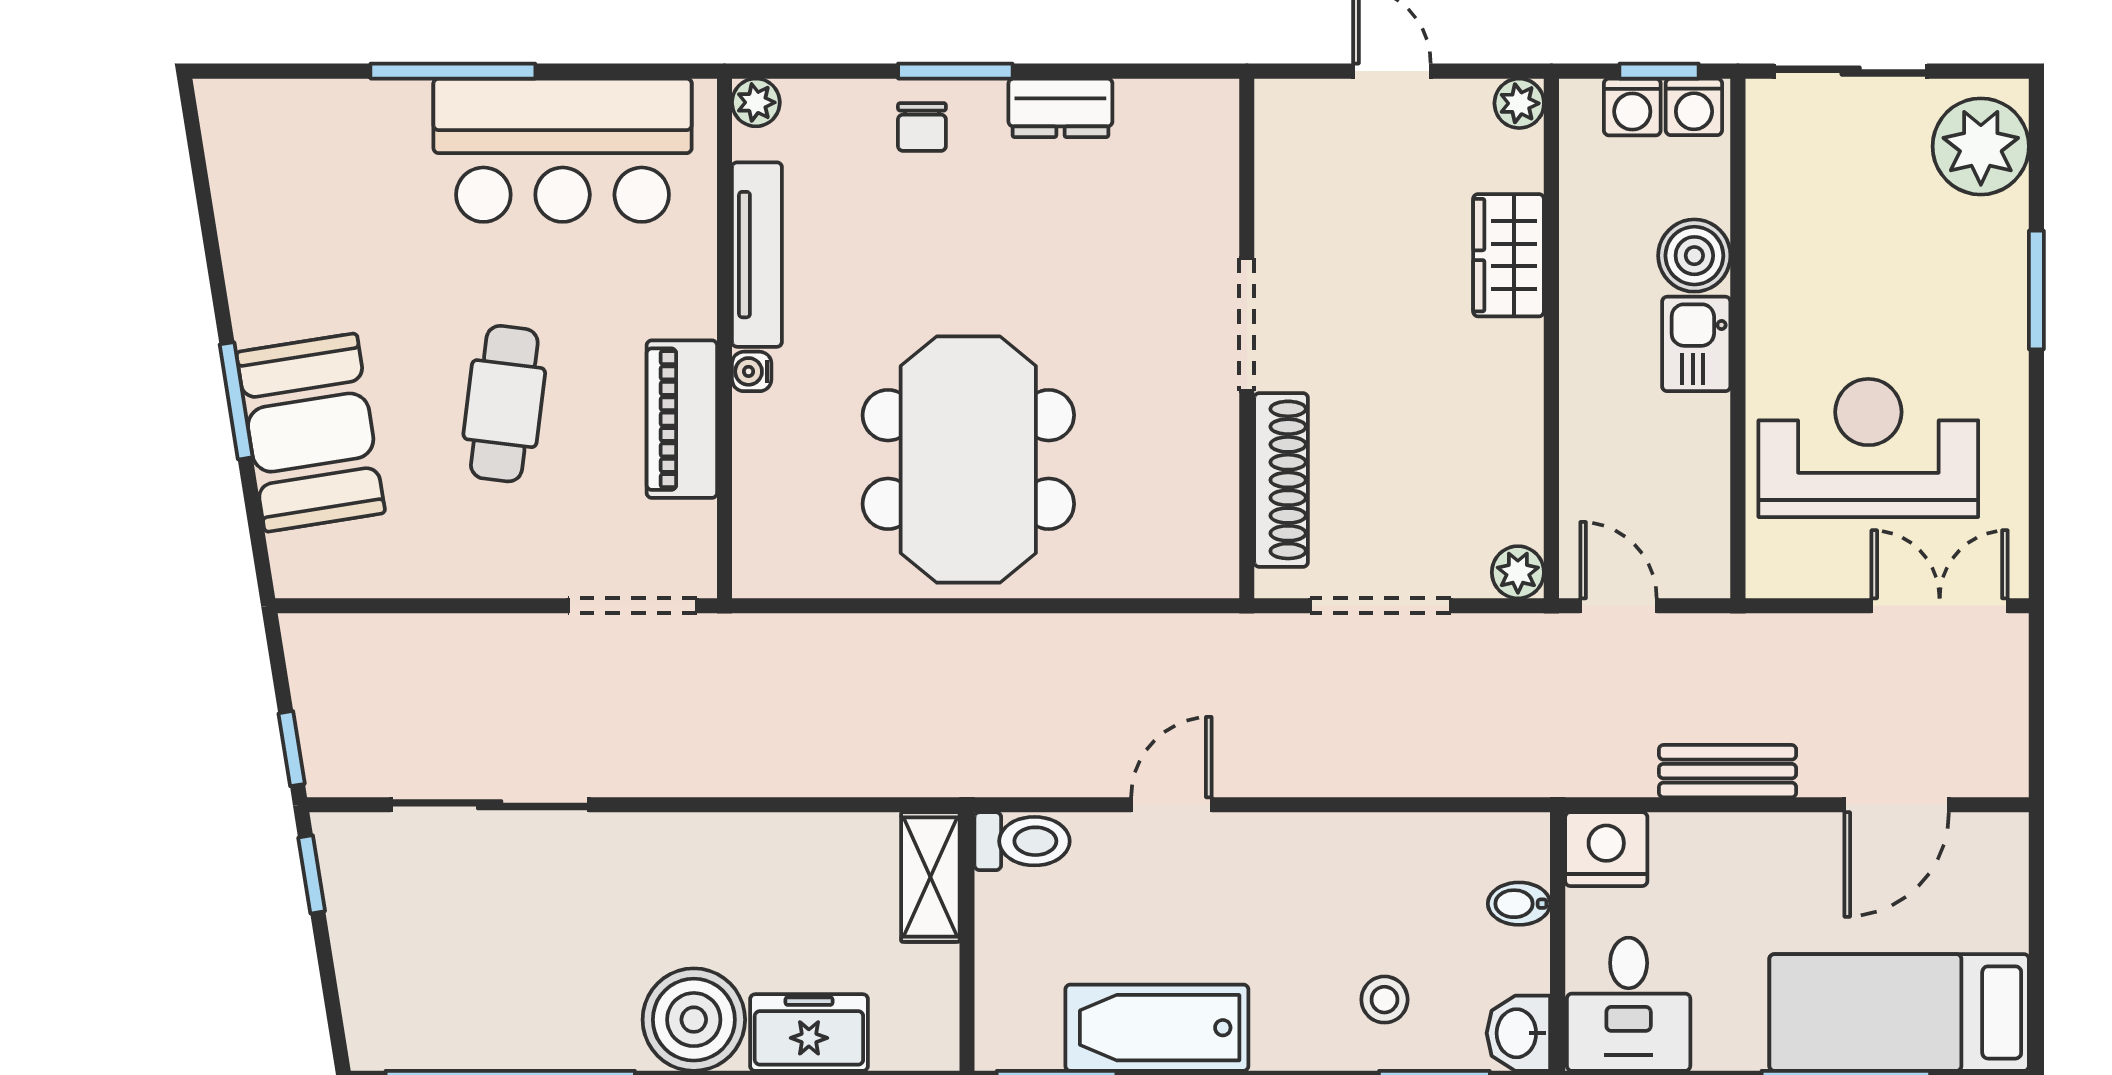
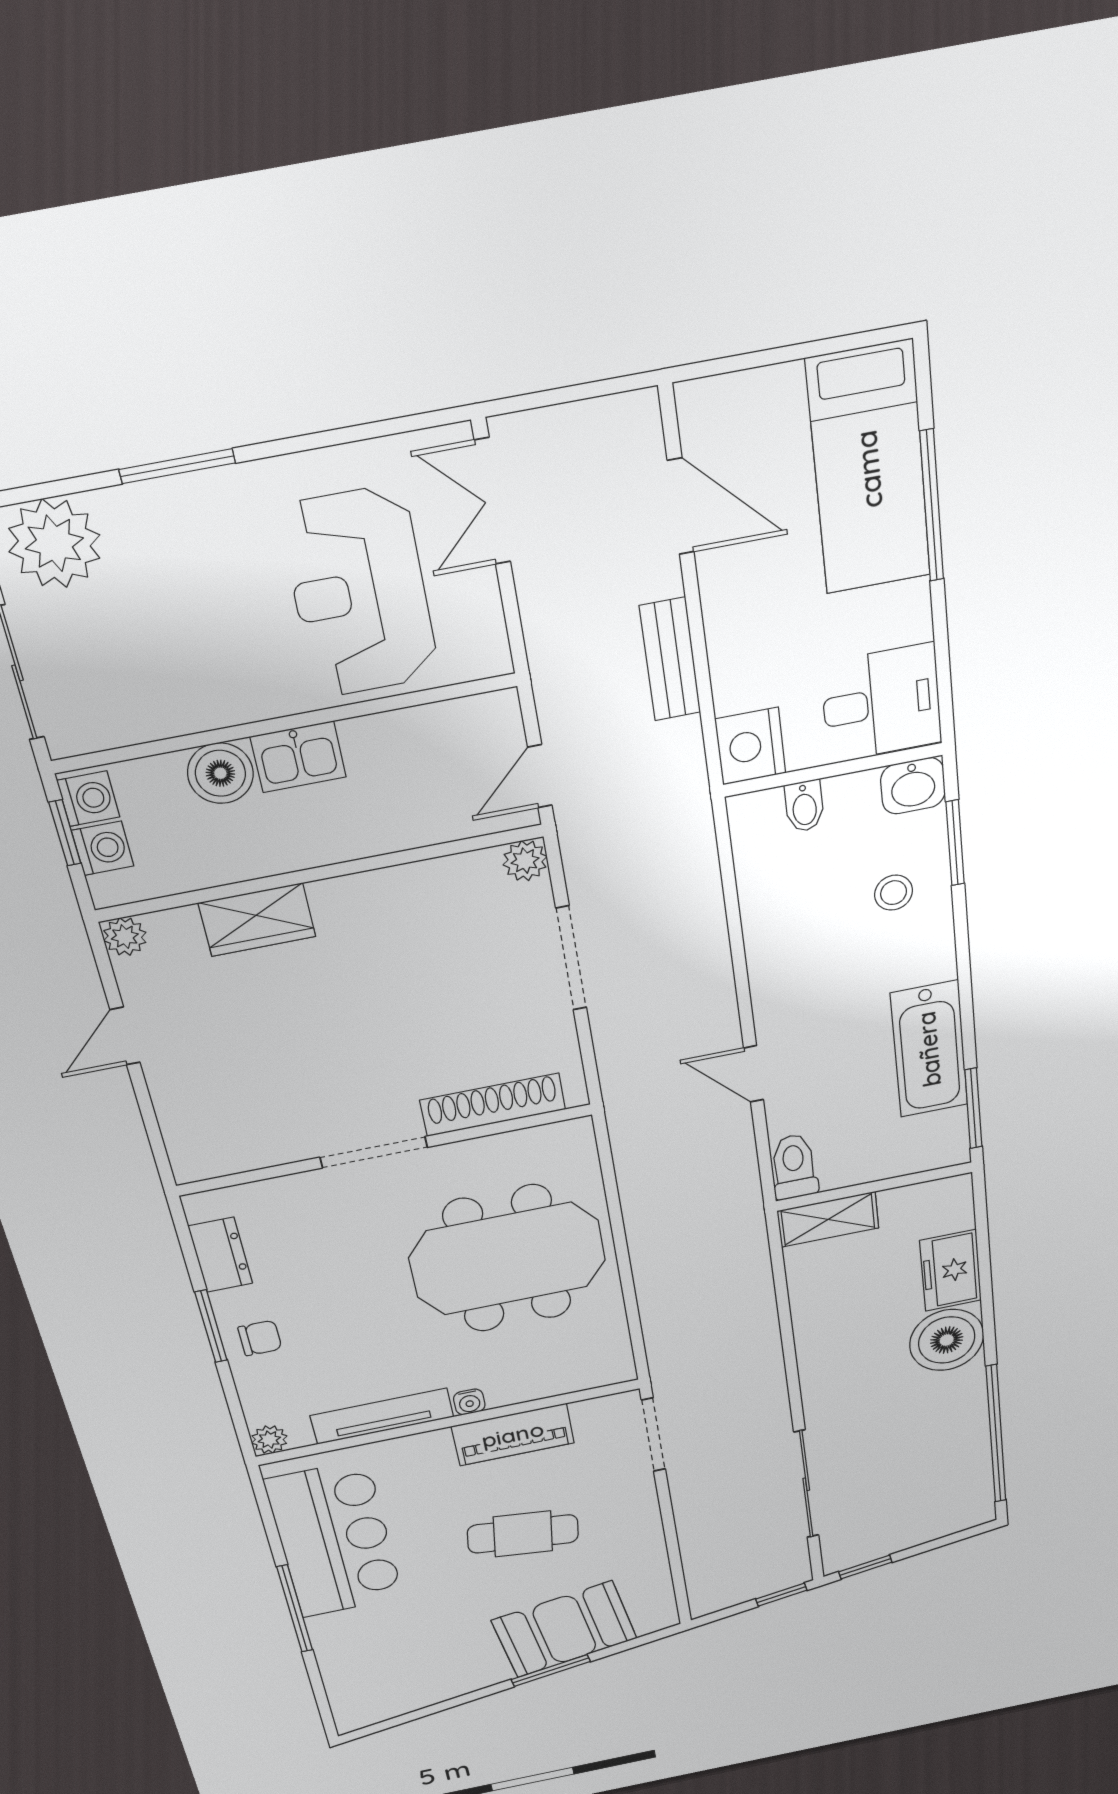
doorway: (1247, 324) -> (374, 1152), moved
wall: (1247, 338) -> (385, 1150), moved
shoe rack: (1281, 480) -> (493, 1105), moved

